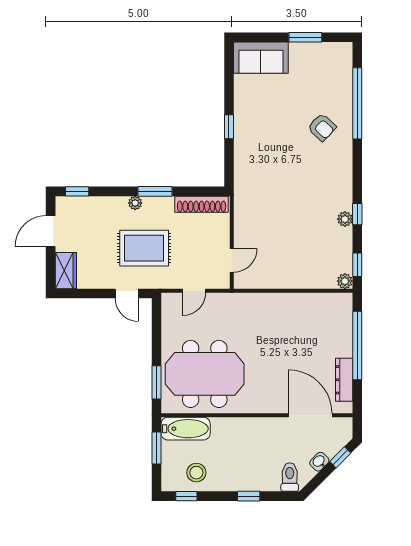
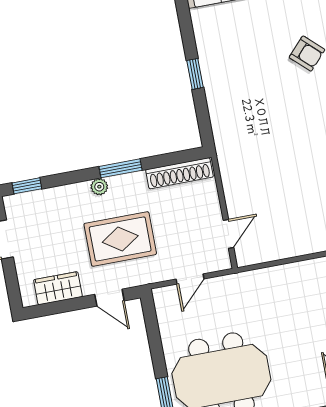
wardrobe: (66, 271) -> (58, 288), moved, turned -90

